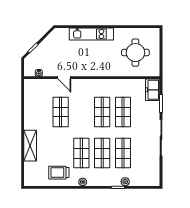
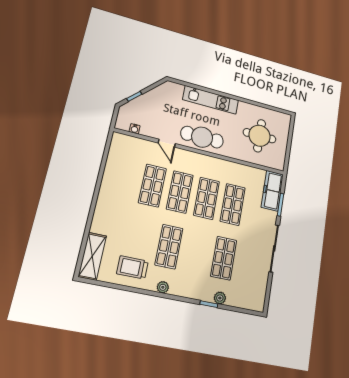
cafe table: (90, 66) -> (202, 137), added
freezer: (153, 90) -> (272, 191), width x1.40
shelving: (30, 146) -> (92, 256), moved
shop shelf: (102, 153) -> (180, 192), moved

